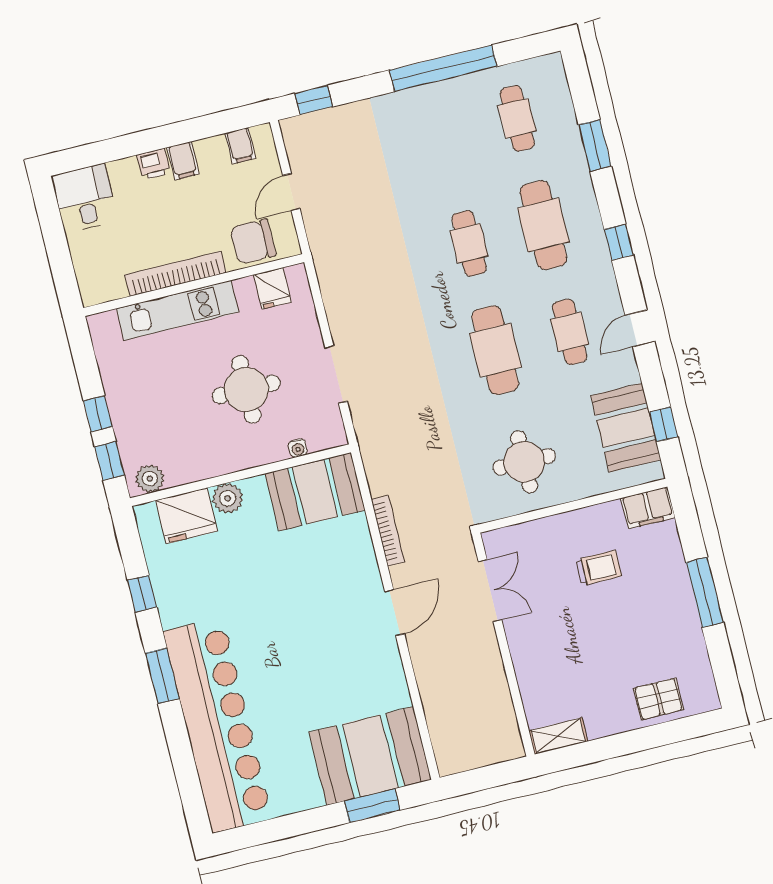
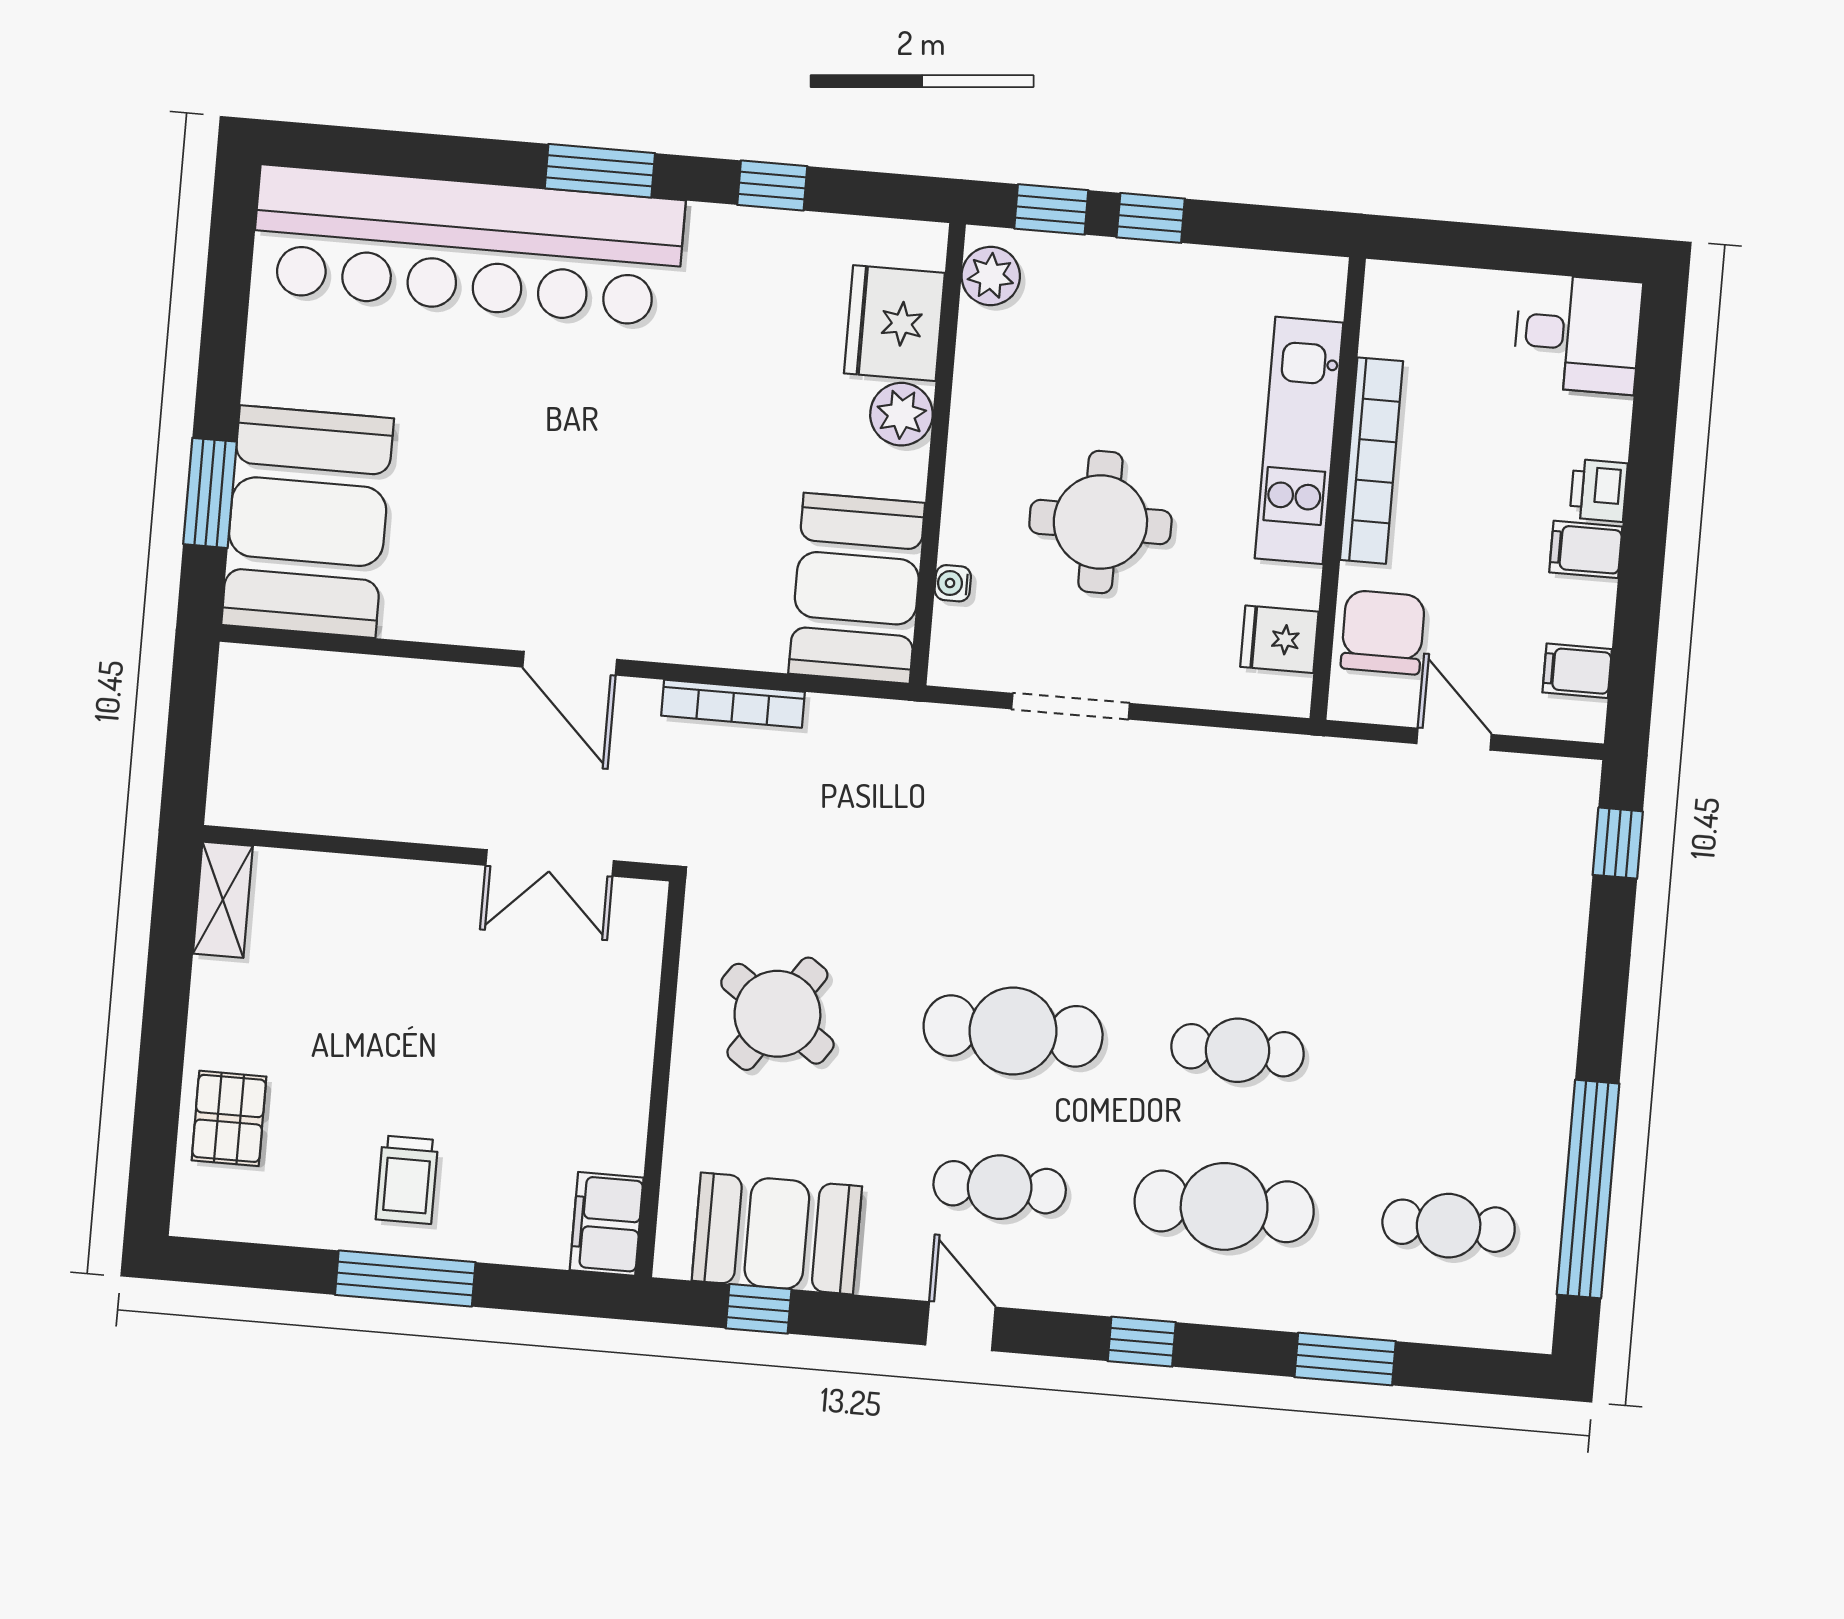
window: (443, 68) -> (1588, 1189), moved
round table: (524, 462) -> (777, 1014), turned 35
trolley: (599, 568) -> (407, 1180), moved

